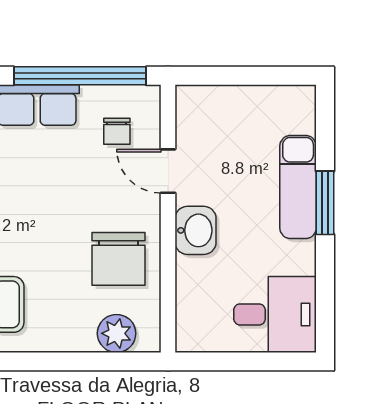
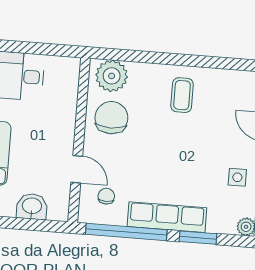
washbasin: (196, 230) -> (32, 206), moved, turned 90
plant: (117, 333) -> (112, 76), width x1.36, depth x1.36

